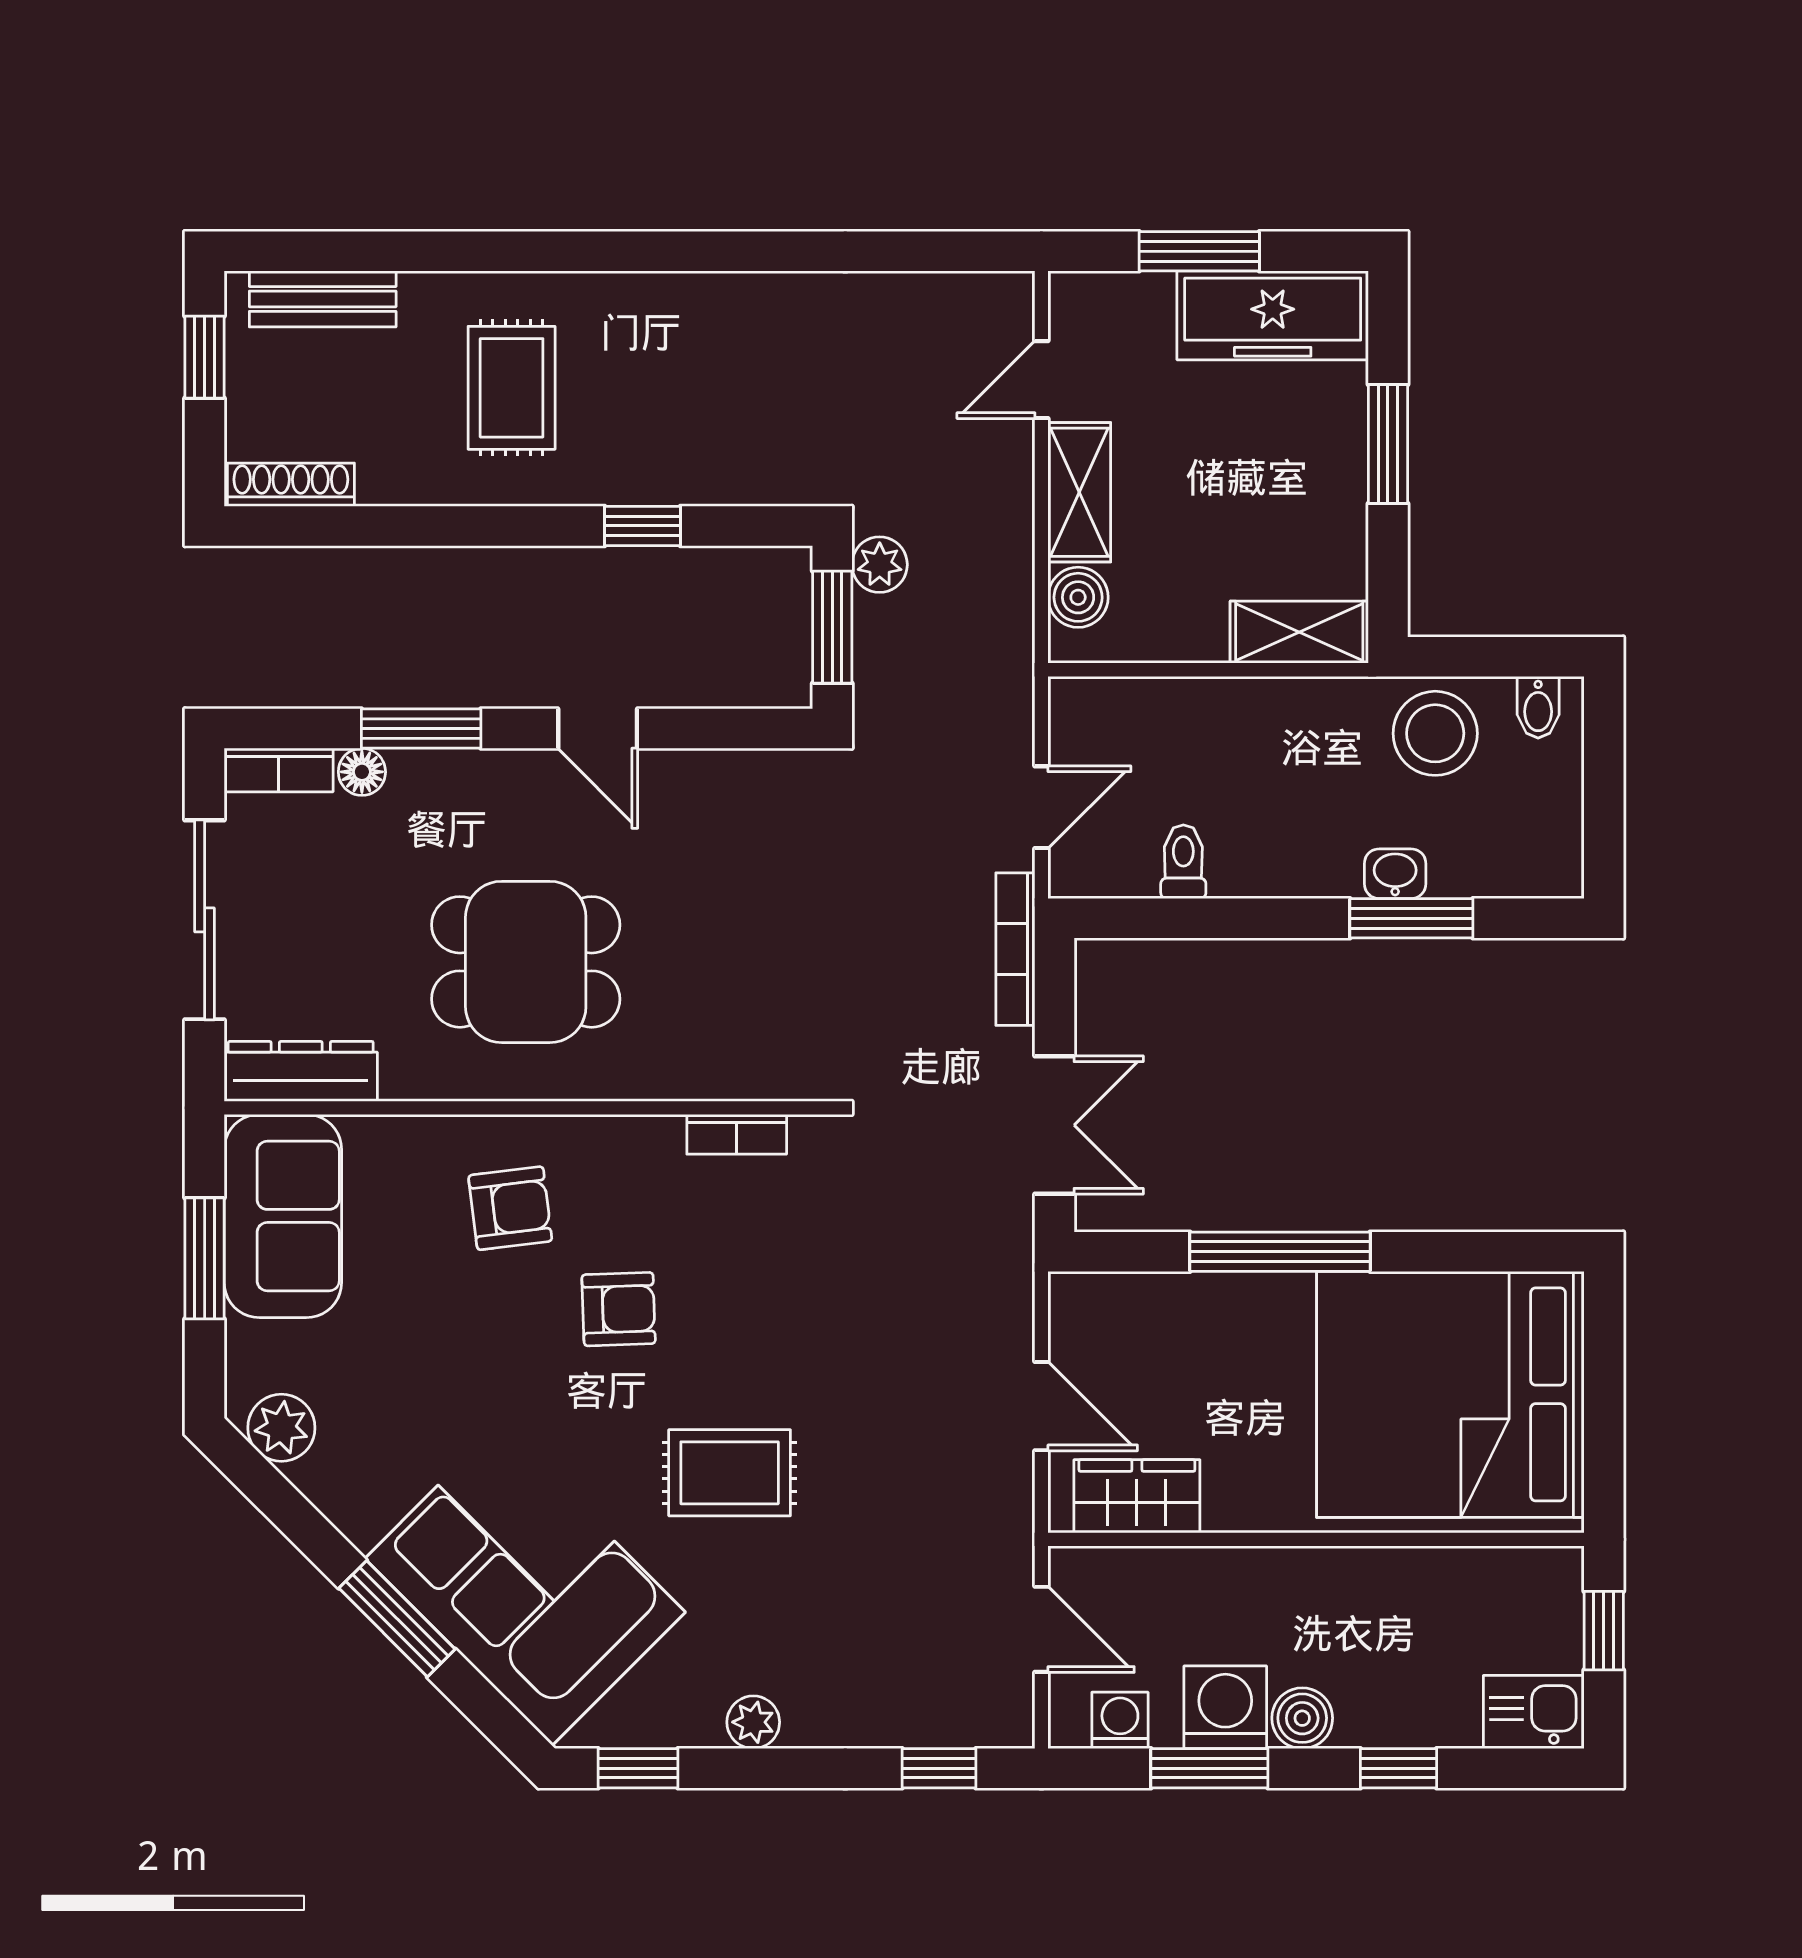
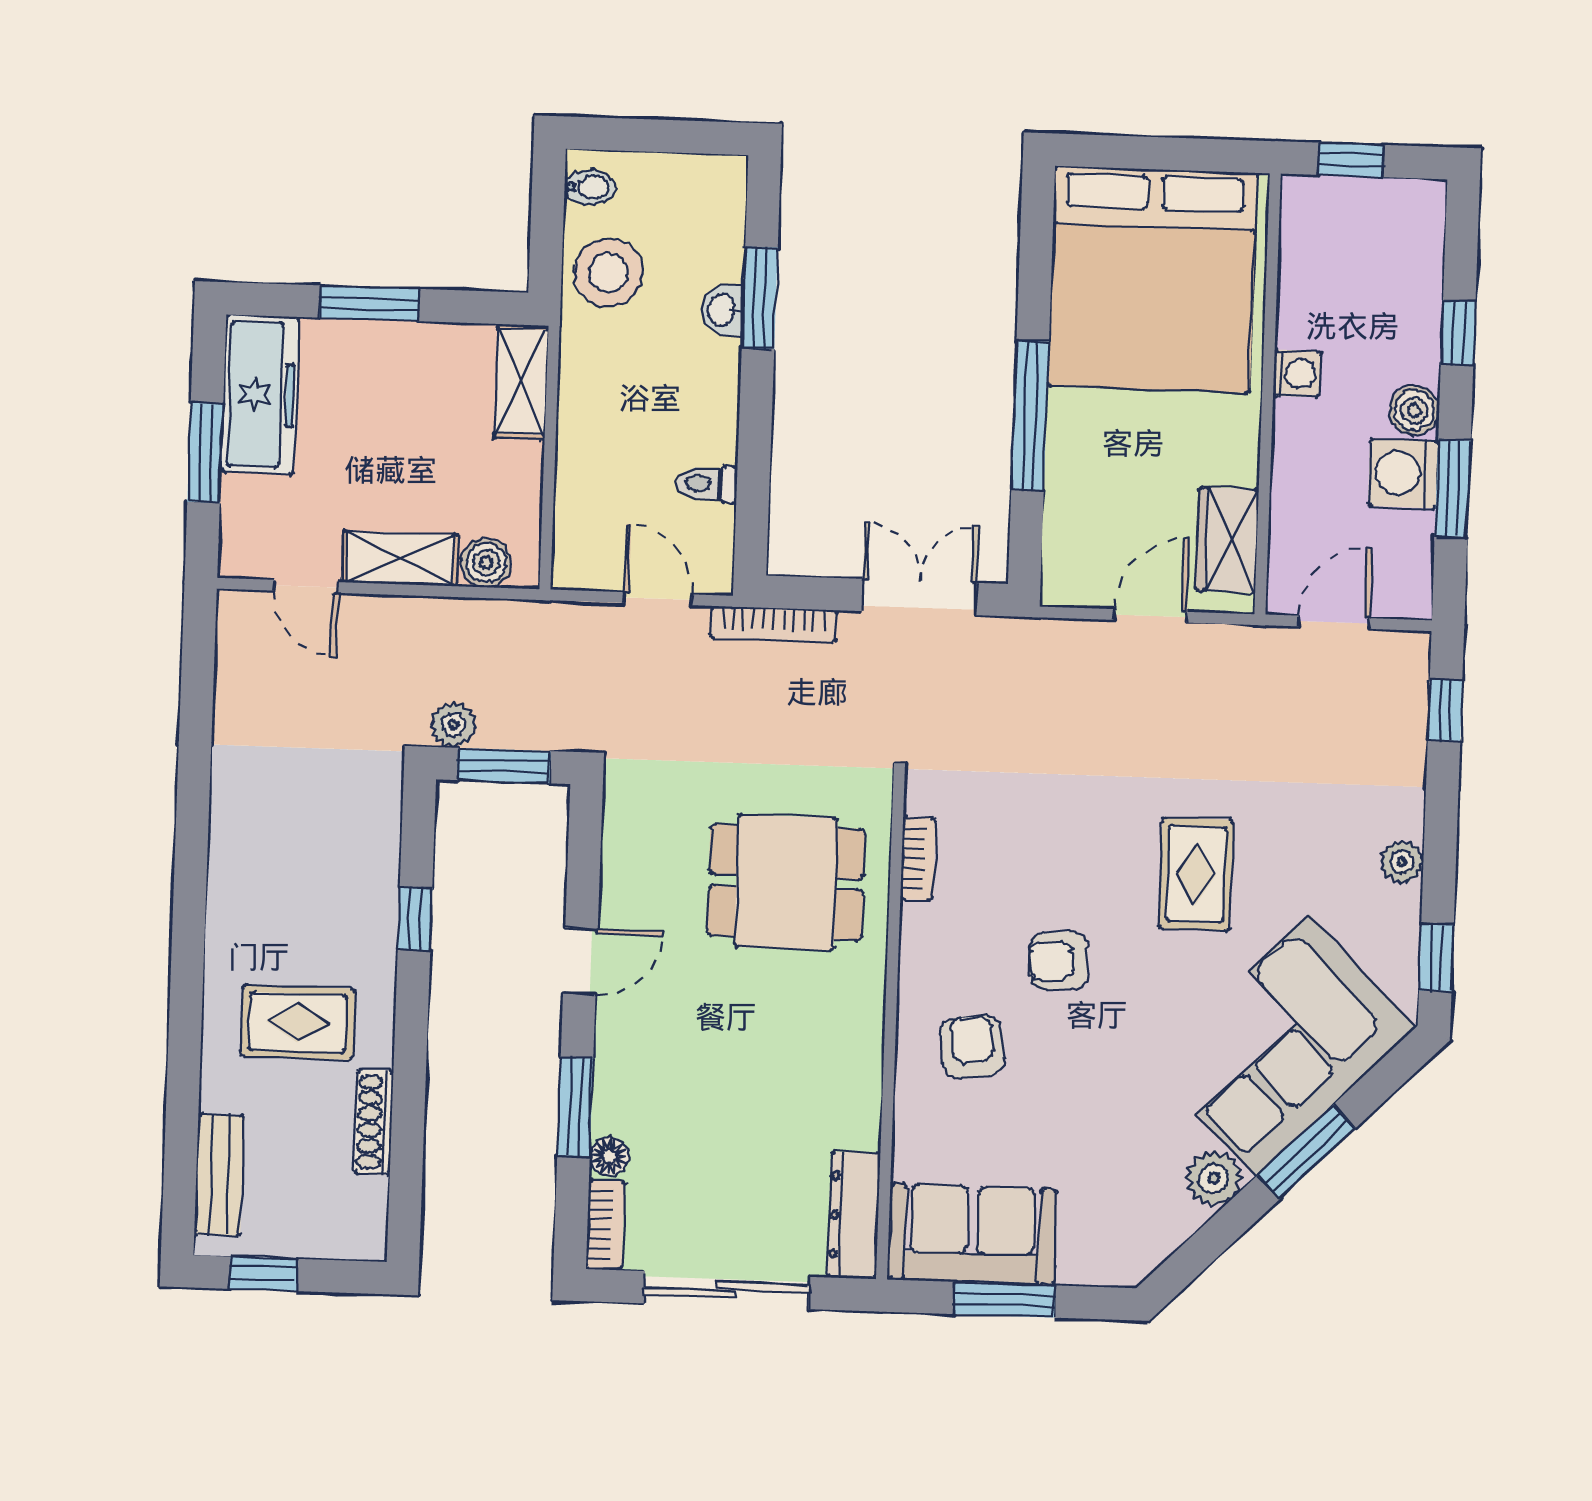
shoe rack: (291, 485) -> (374, 1122), moved
dining table: (526, 962) -> (786, 882), moved, turned 90
armchair: (619, 1309) -> (1058, 961), turned -92
plant: (281, 1428) -> (1214, 1178), moved
kitchen sink: (1534, 1712) -> (1416, 220), removed
washing machine: (1120, 1720) -> (1297, 373), moved, turned 180

